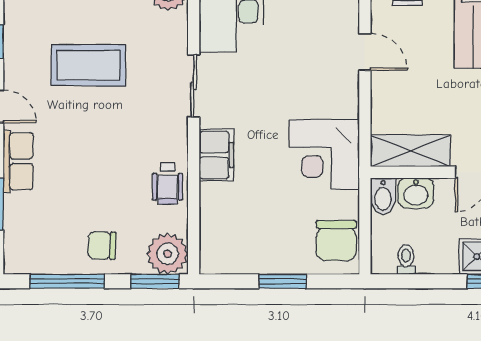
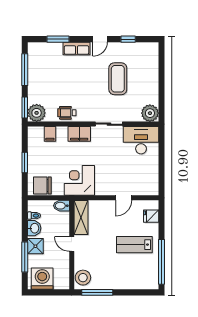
washbasin: (416, 193) -> (34, 228), moved, turned 180
filing cabinet: (217, 223) -> (50, 134), added
chair: (102, 245) -> (40, 85), removed

